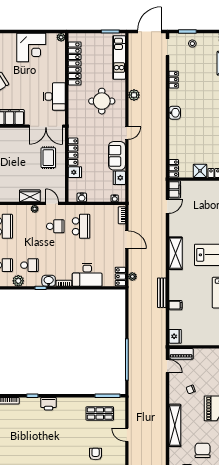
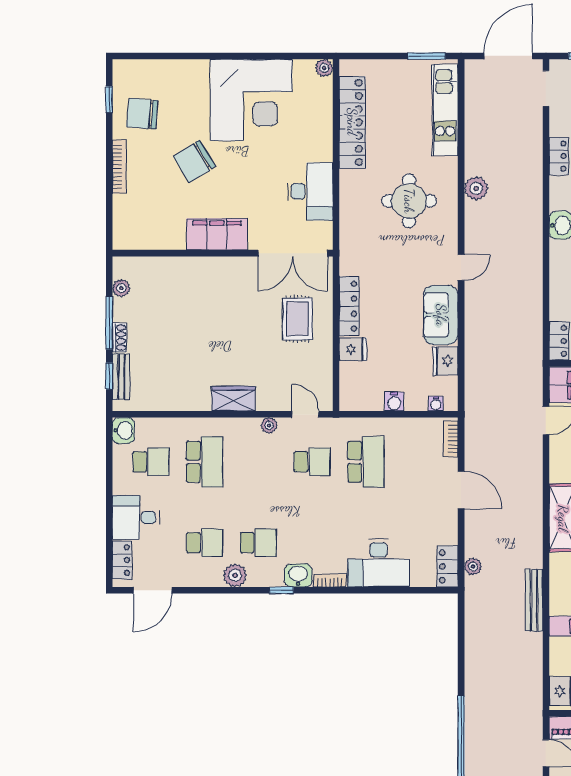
corner desk: (31, 47) -> (251, 100), width x1.36, depth x1.36
wardrobe: (30, 196) -> (233, 399), moved
water cooler: (82, 197) -> (394, 402), moved

